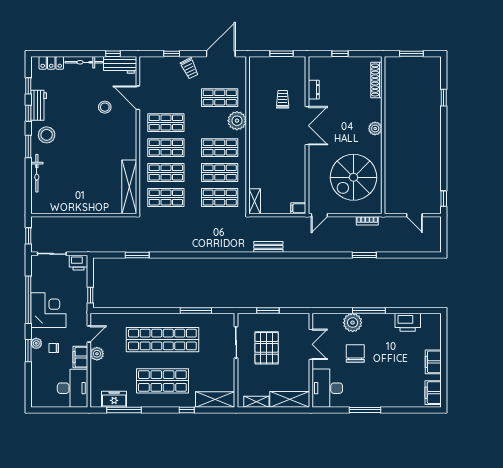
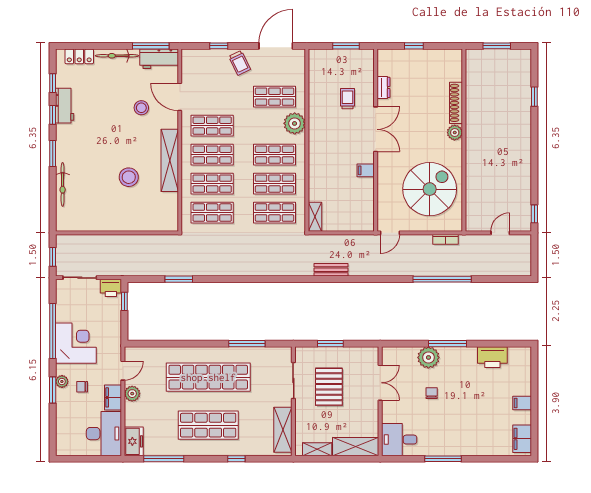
window: (113, 54) -> (151, 46), width x2.17
shoe rack: (376, 80) -> (456, 103), moved
stool: (47, 135) -> (129, 177), moved
spiral stairs: (354, 177) -> (430, 189), turned 180
shelving: (129, 187) -> (170, 160), moved
filing cabinet: (298, 208) -> (366, 170), moved
door: (414, 215) -> (500, 233), swing flipped
window: (364, 255) -> (442, 279), width x2.11
window: (90, 295) -> (124, 301), moved
chair: (355, 353) -> (432, 393), width x0.54, depth x0.54
filing cabinet: (433, 362) -> (522, 403), width x0.50
desk: (327, 388) -> (399, 440), width x0.73
freezer: (114, 399) -> (134, 441), moved, turned 90
shelving: (215, 400) -> (283, 430), moved, turned 90

